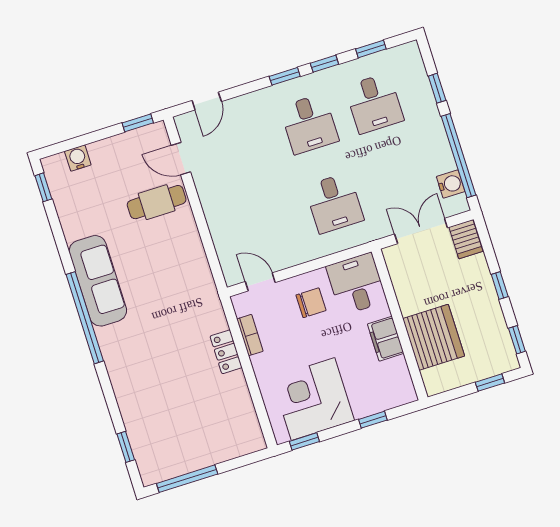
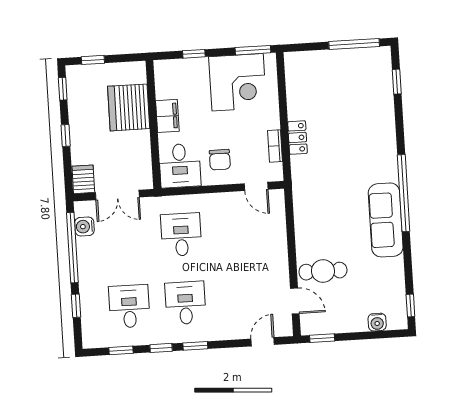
chair: (311, 303) -> (220, 160), turned -90
window: (304, 441) -> (253, 50), width x1.50

